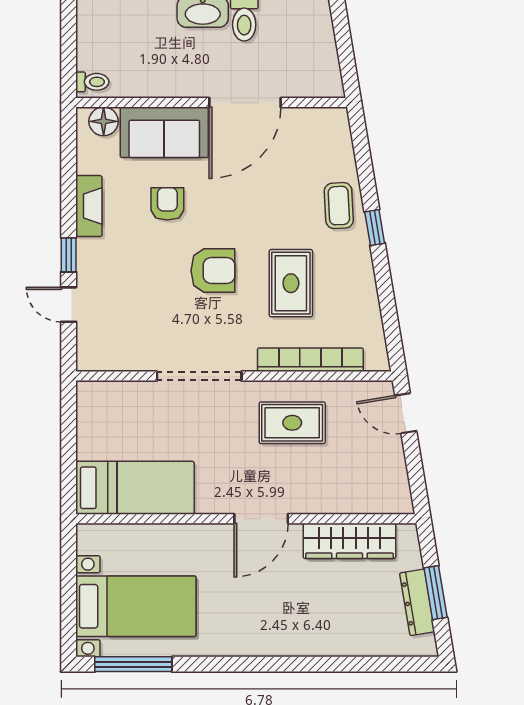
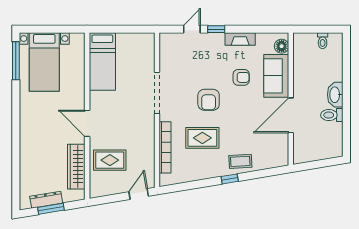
toilet: (92, 82) -> (323, 41), moved
door: (245, 103) -> (291, 115), hinge flipped
rug: (292, 423) -> (110, 160), moved, turned 90

